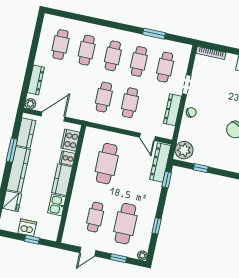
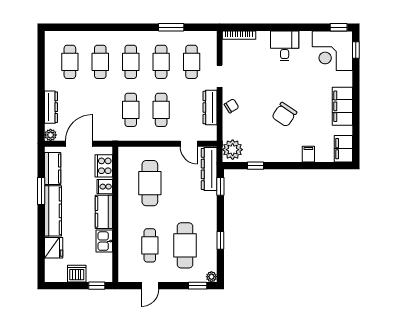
window: (32, 240) -> (97, 286), moved
window: (118, 258) -> (198, 286), moved

